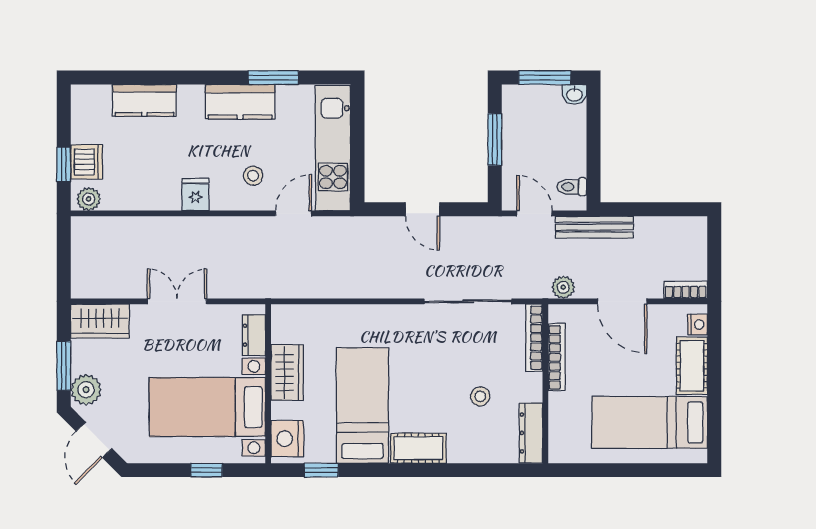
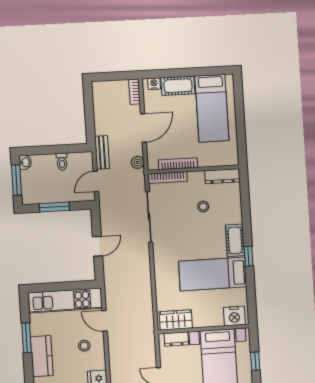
toilet: (572, 187) -> (62, 162), moved
bench: (594, 227) -> (102, 152), width x0.73
wardrobe: (287, 373) -> (176, 320), moved
window: (321, 470) -> (249, 256), moved

